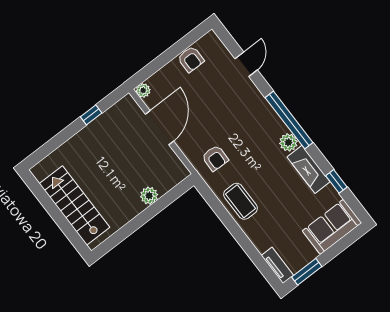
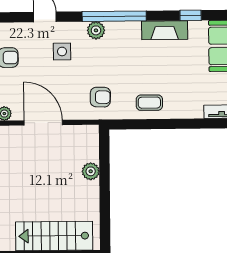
side table: (229, 99) -> (62, 51), added
plant: (288, 142) -> (96, 30), moved
coffee table: (241, 201) -> (149, 103), width x0.73, depth x0.77

